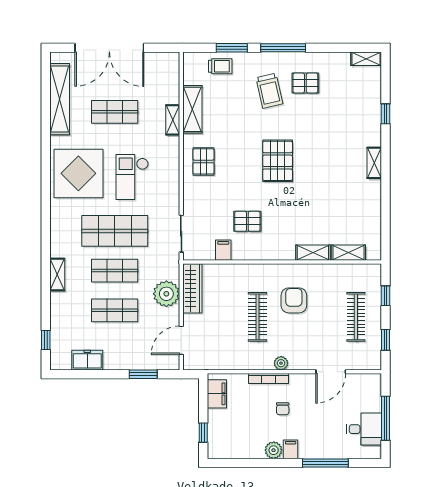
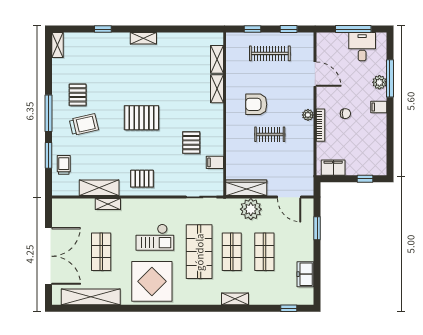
clothes rail: (257, 317) -> (270, 134), width x0.73
plant: (274, 450) -> (379, 82), moved

